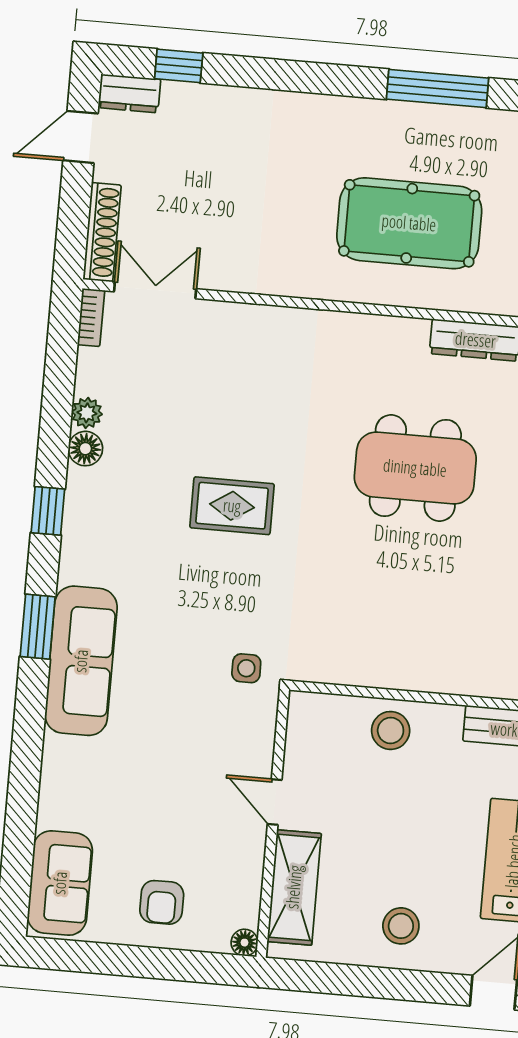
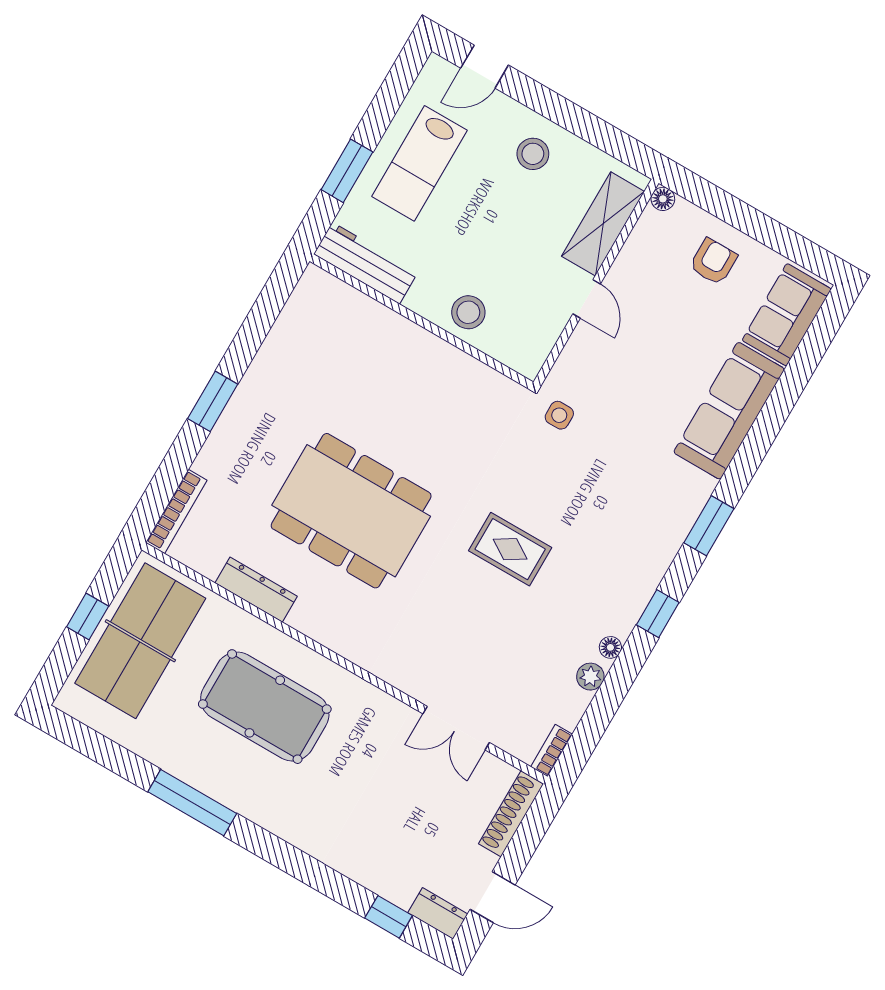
double door: (155, 290) -> (456, 728), moved
floor lamp: (85, 449) -> (610, 647), width x0.73, depth x0.73
dining table: (415, 468) -> (351, 511), width x1.36, depth x1.24
sofa: (81, 661) -> (729, 411), moved

